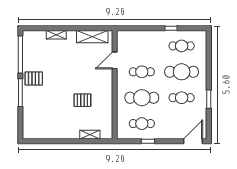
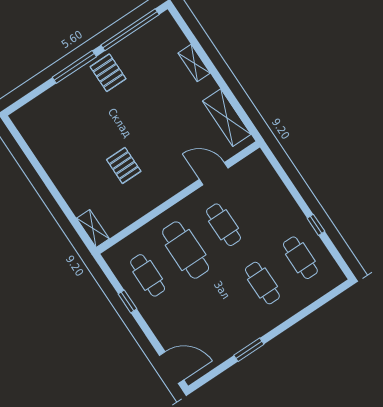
cafe table: (182, 72) -> (262, 283), width x0.73, depth x0.74
cafe table: (182, 98) -> (224, 308), removed
shelving: (90, 135) -> (93, 228), moved

